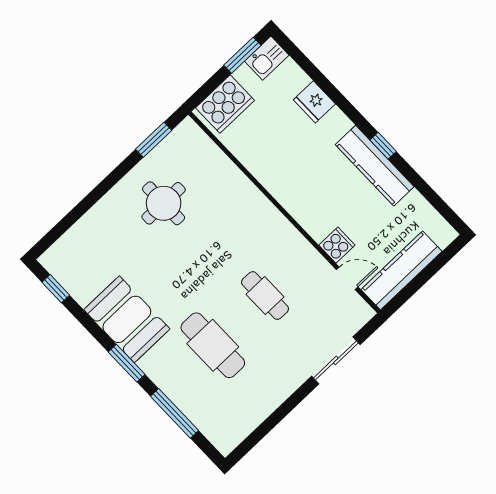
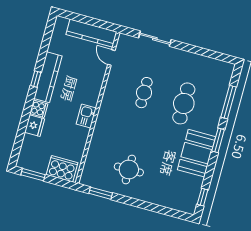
kitchen sink: (267, 58) -> (86, 116), moved, turned -90
cooker: (337, 245) -> (39, 109), moved, turned 180

